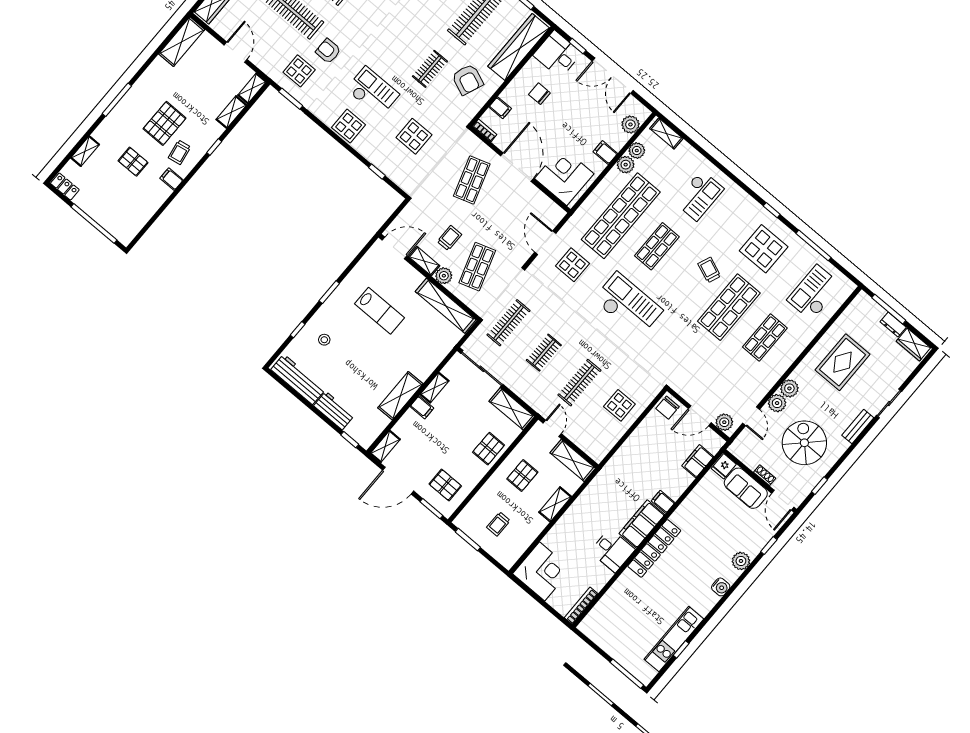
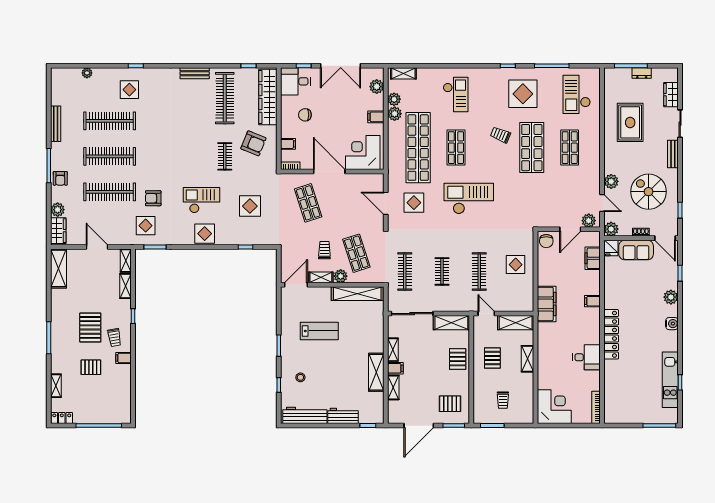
wardrobe: (913, 344) -> (671, 95), moved, turned 90
plant: (789, 388) -> (611, 229), moved
shelving: (385, 446) -> (393, 387), moved
filing cabinet: (642, 524) -> (547, 304), moved, turned 180

